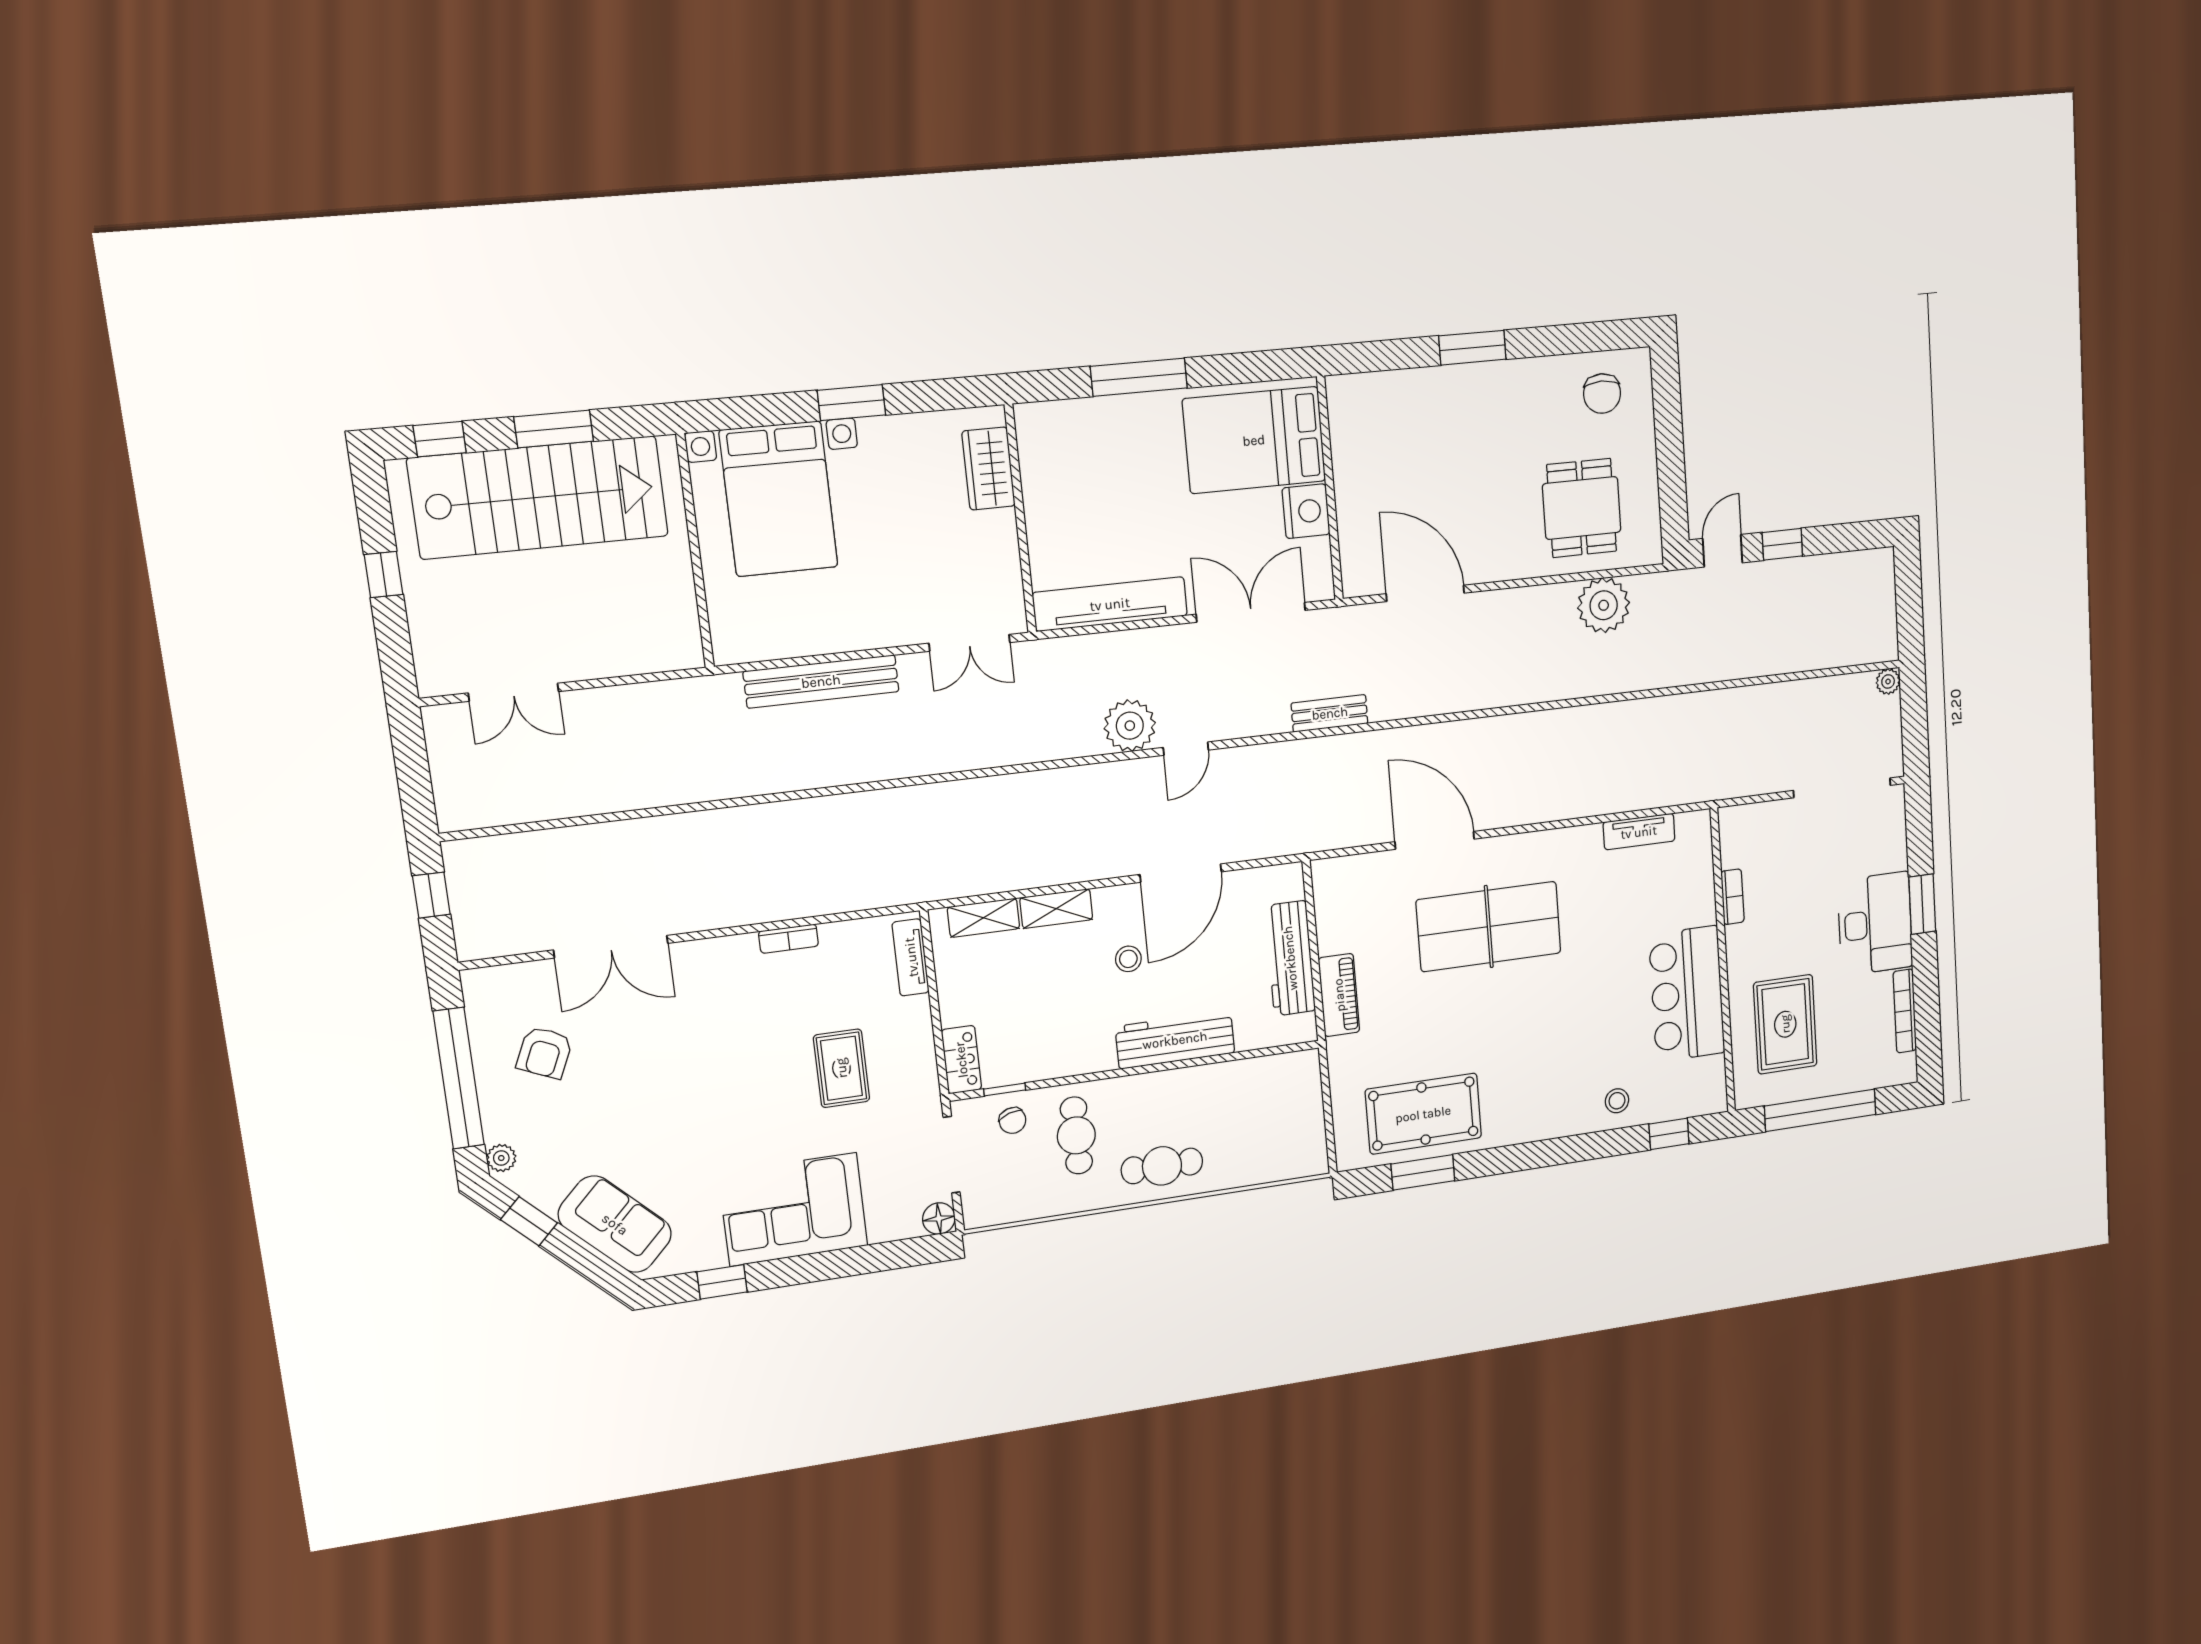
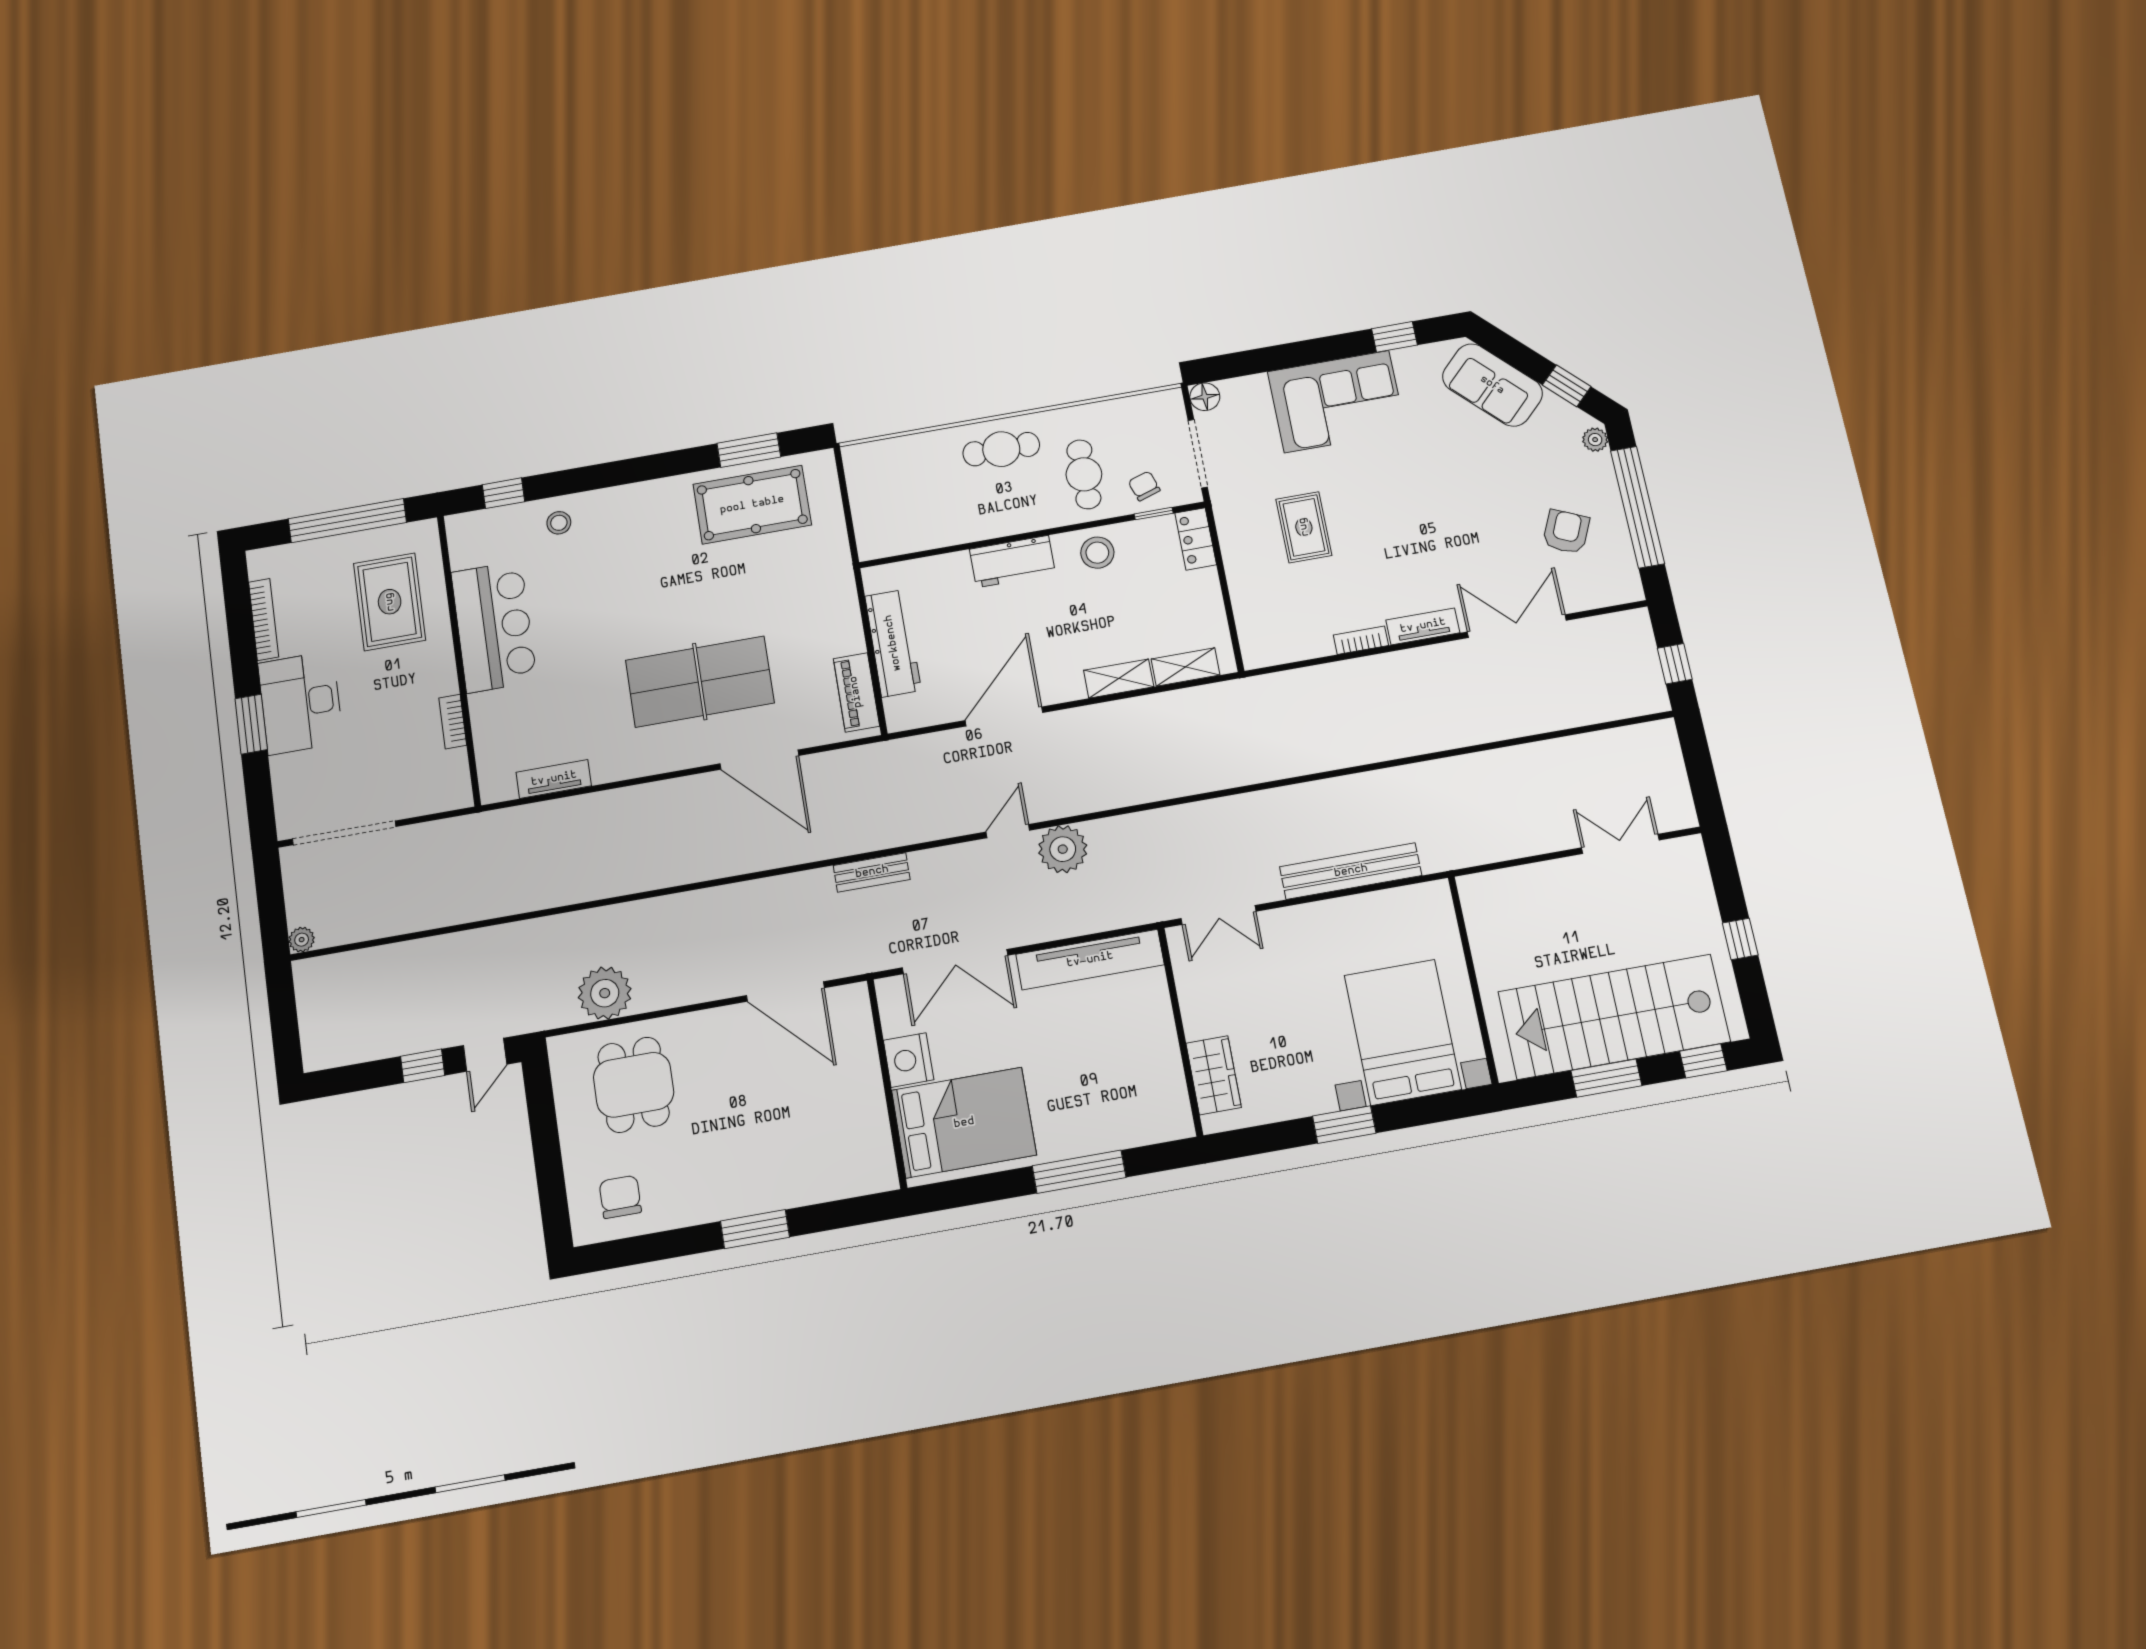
double door: (969, 643) -> (1219, 915), swing flipped
tv unit: (911, 957) -> (1423, 626), moved, turned -90
stool: (1128, 959) -> (1097, 553), moved, width x1.37, depth x1.37
piano: (1339, 995) -> (856, 692), moved
workbench: (1175, 1040) -> (1012, 562), width x0.73

